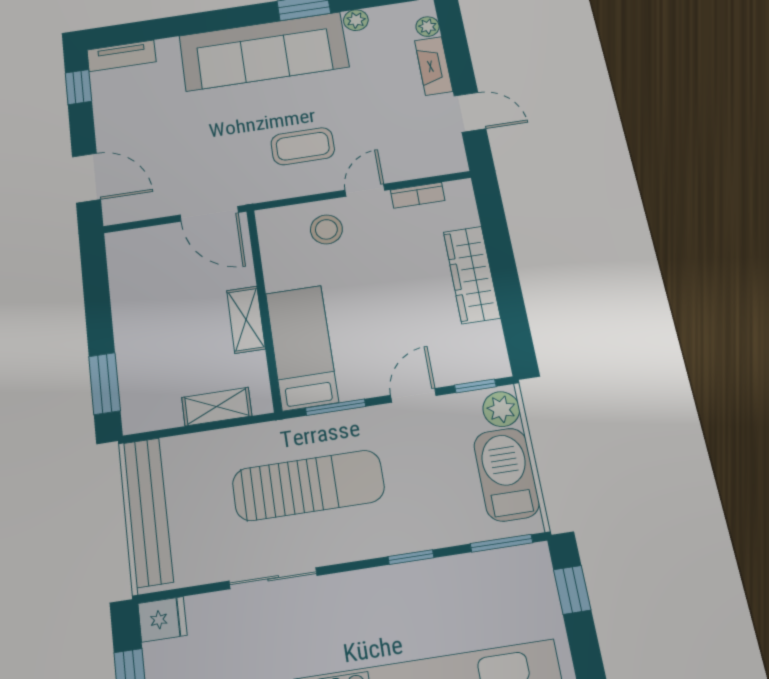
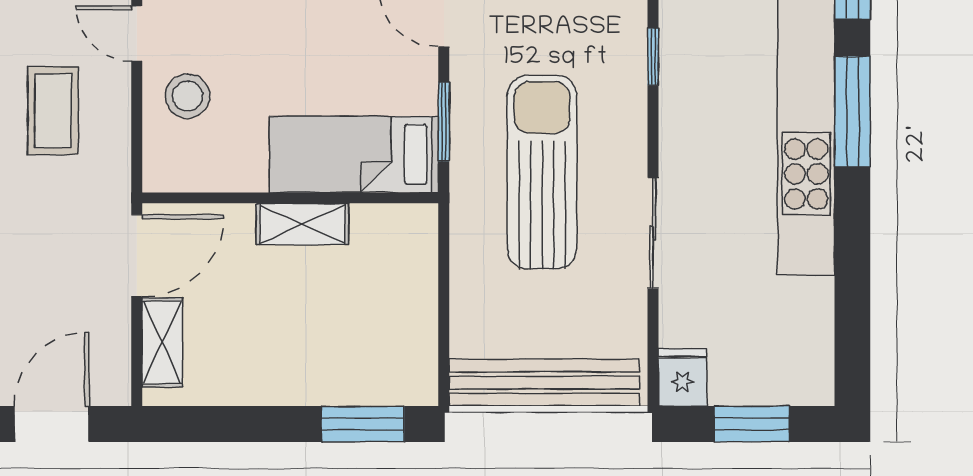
shelving: (217, 407) -> (162, 342), moved

